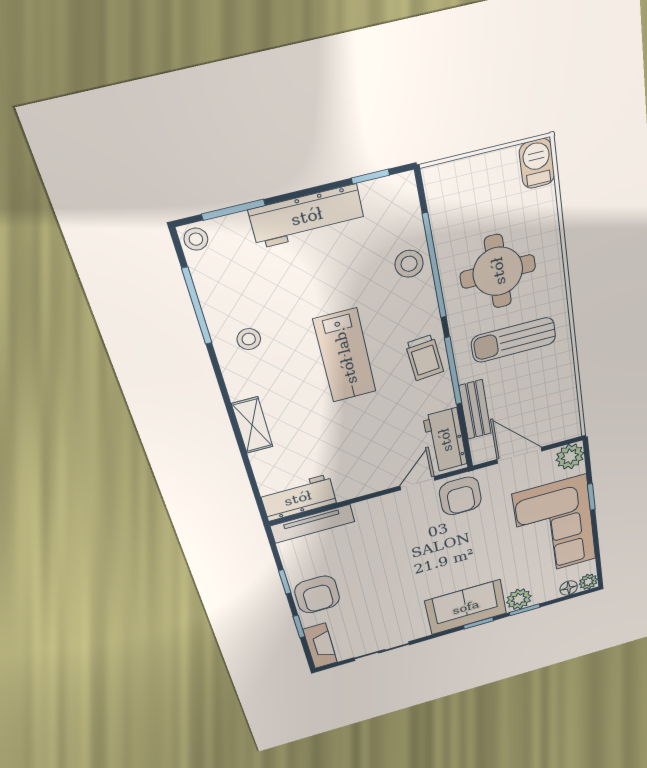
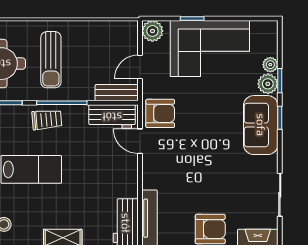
bench: (475, 410) -> (117, 93), moved
door: (519, 455) -> (140, 67), width x0.73
plant: (588, 582) -> (270, 65), moved
floor lamp: (569, 588) -> (271, 44), removed

